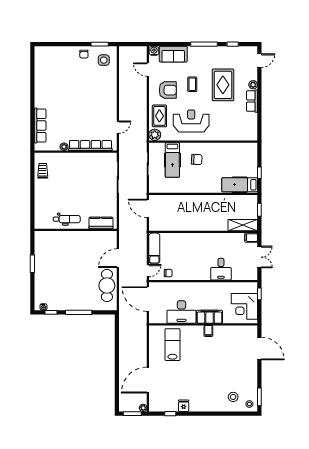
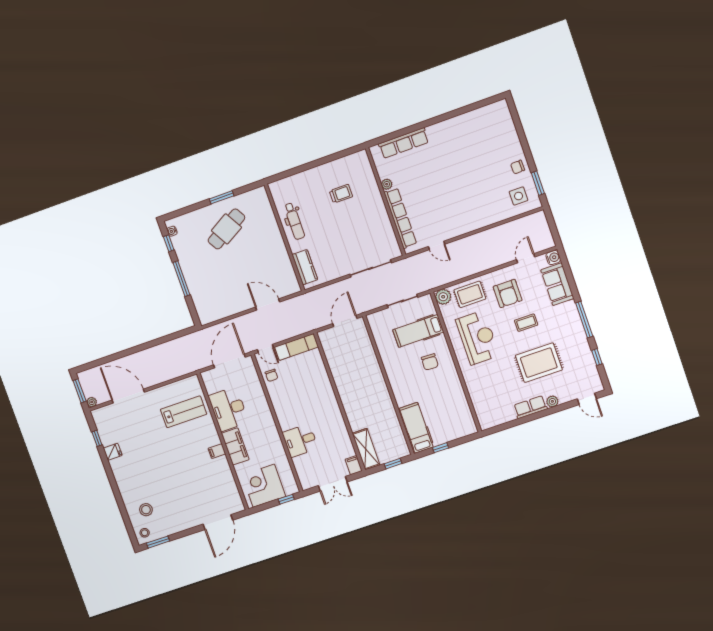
trolley: (43, 171) -> (341, 194), moved
cafe table: (107, 286) -> (226, 229), moved, turned -30

